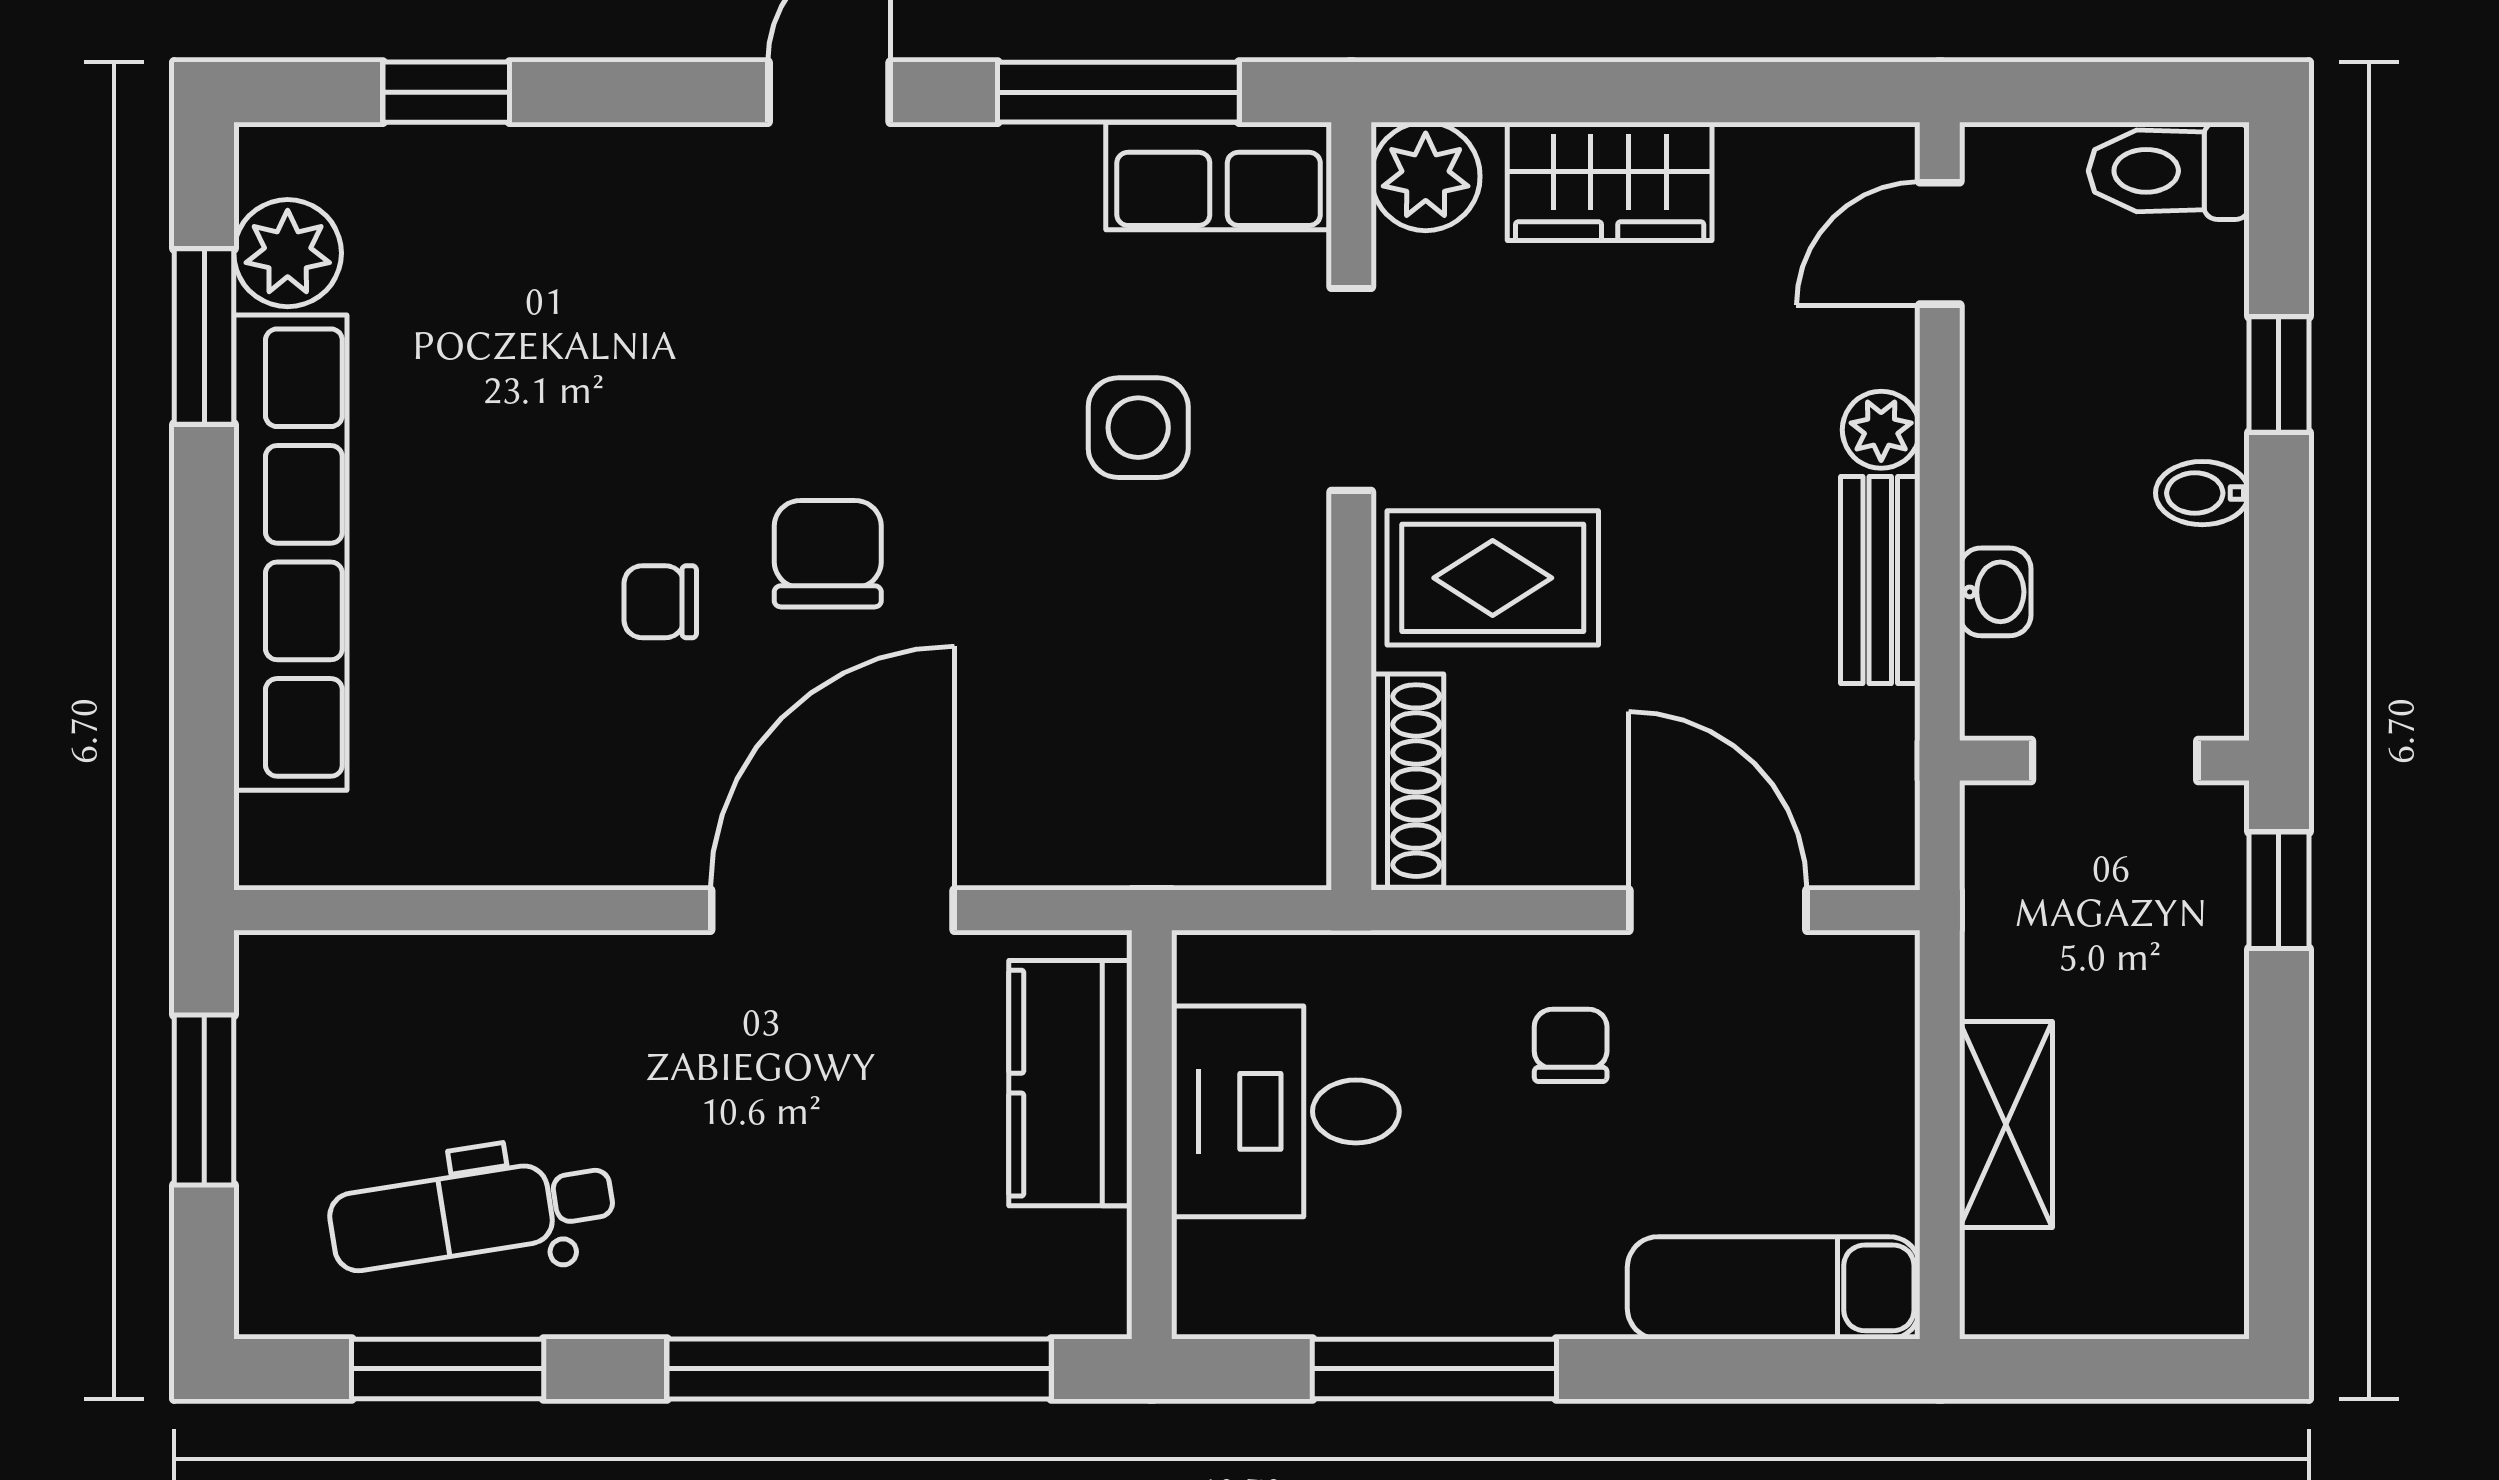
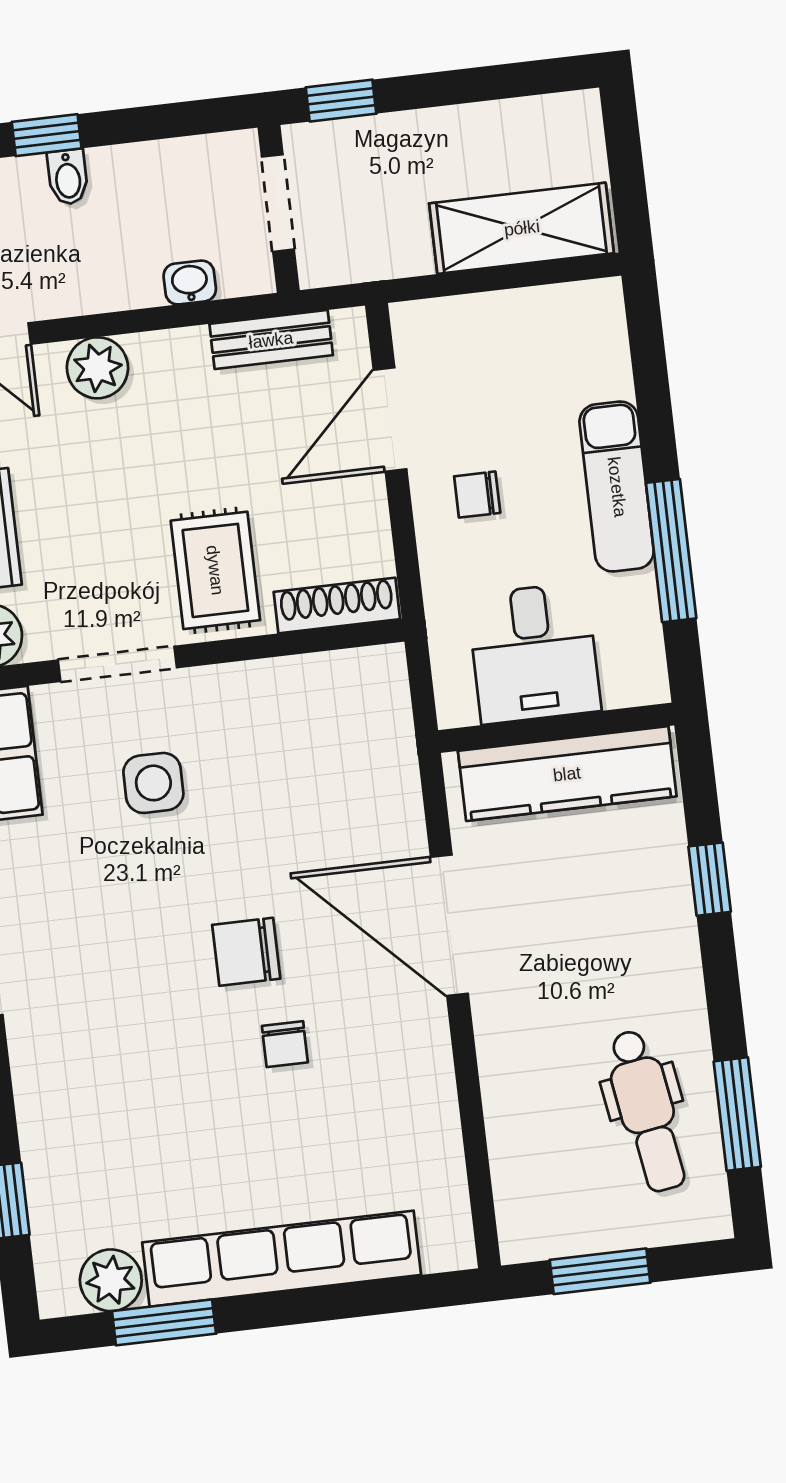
plant: (1881, 430) -> (97, 368), width x1.38, depth x1.38
bidet: (2202, 493) -> (68, 177), moved
bench: (1880, 580) -> (271, 340), moved
kitchen counter: (1070, 1083) -> (567, 774), width x1.50
shelving: (2006, 1125) -> (522, 228), width x1.50, depth x1.33
exam couch: (1774, 1288) -> (617, 487), moved
window: (859, 1369) -> (710, 879), width x0.32

